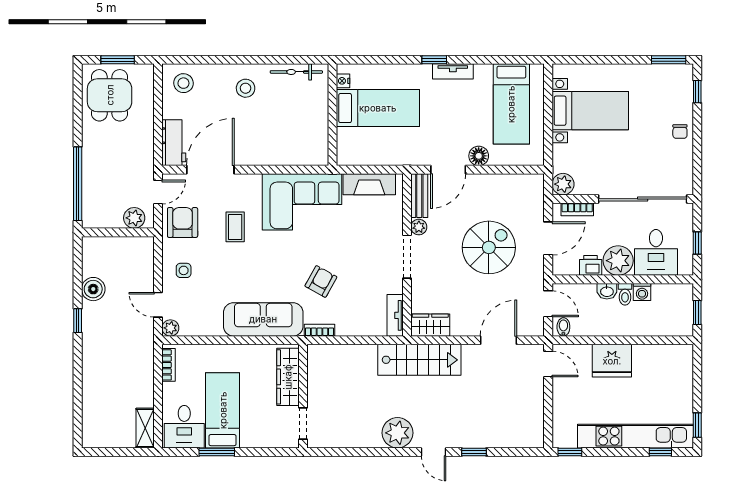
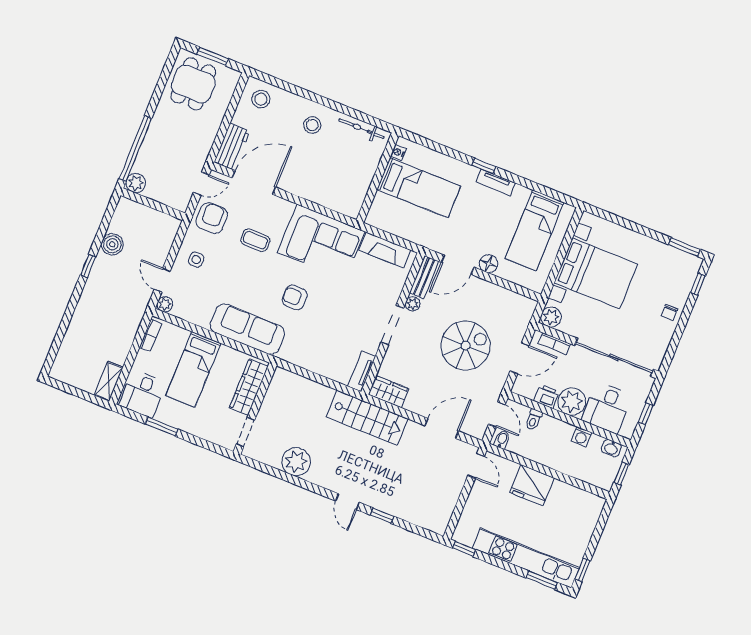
bed with nightstands: (590, 111) -> (596, 273), width x1.36
plant: (134, 218) -> (136, 183), moved
coffee table: (235, 227) -> (255, 240), turned 90
armchair: (321, 281) -> (295, 297), moved, turned -119
washbasin: (607, 291) -> (611, 448), moved
toilet: (625, 294) -> (533, 420), moved
bookcase: (320, 330) -> (292, 358), removed
bed: (223, 410) -> (193, 369), moved, turned 180
plant: (398, 433) -> (296, 462), moved
window: (660, 452) -> (542, 580), width x1.50

